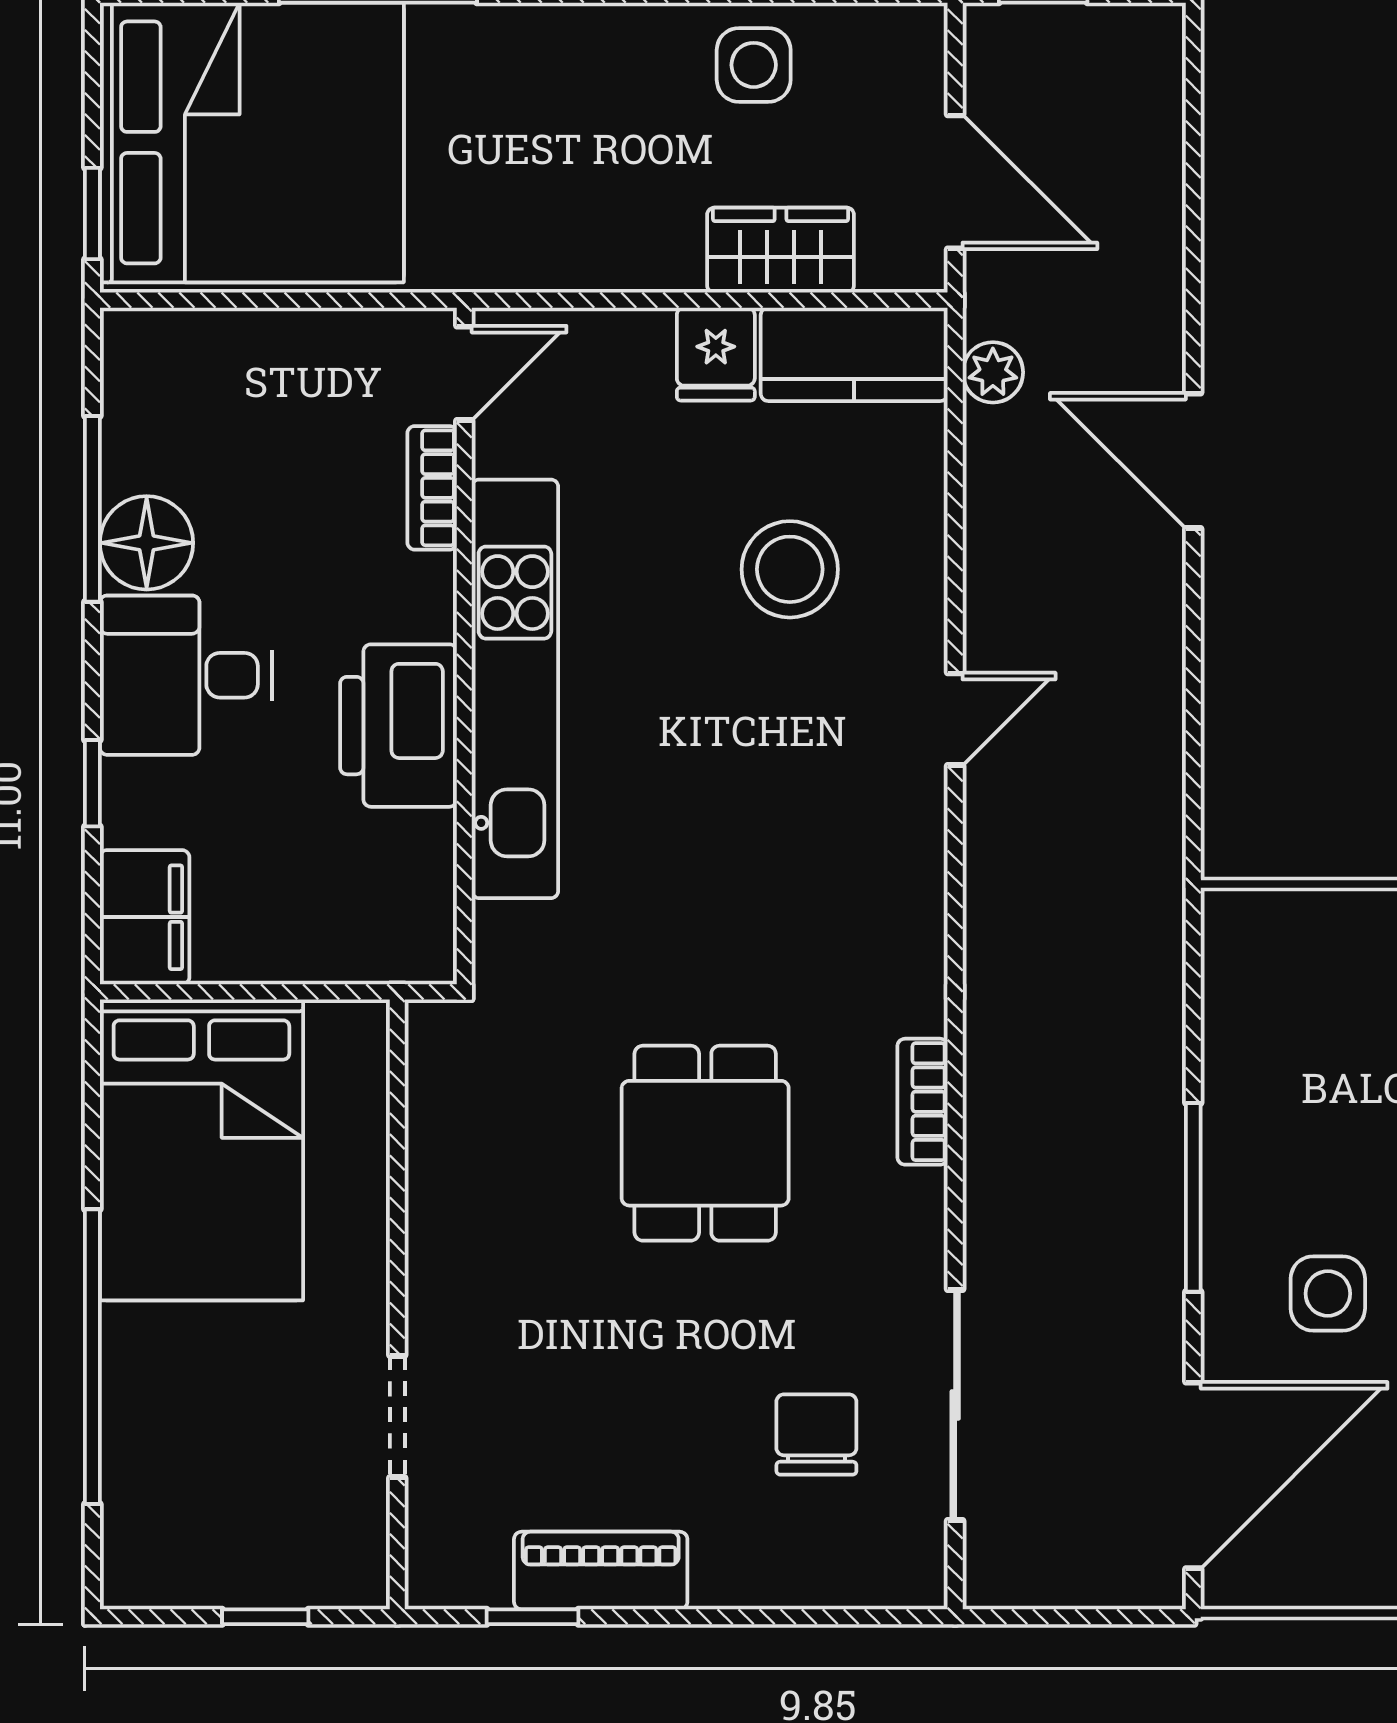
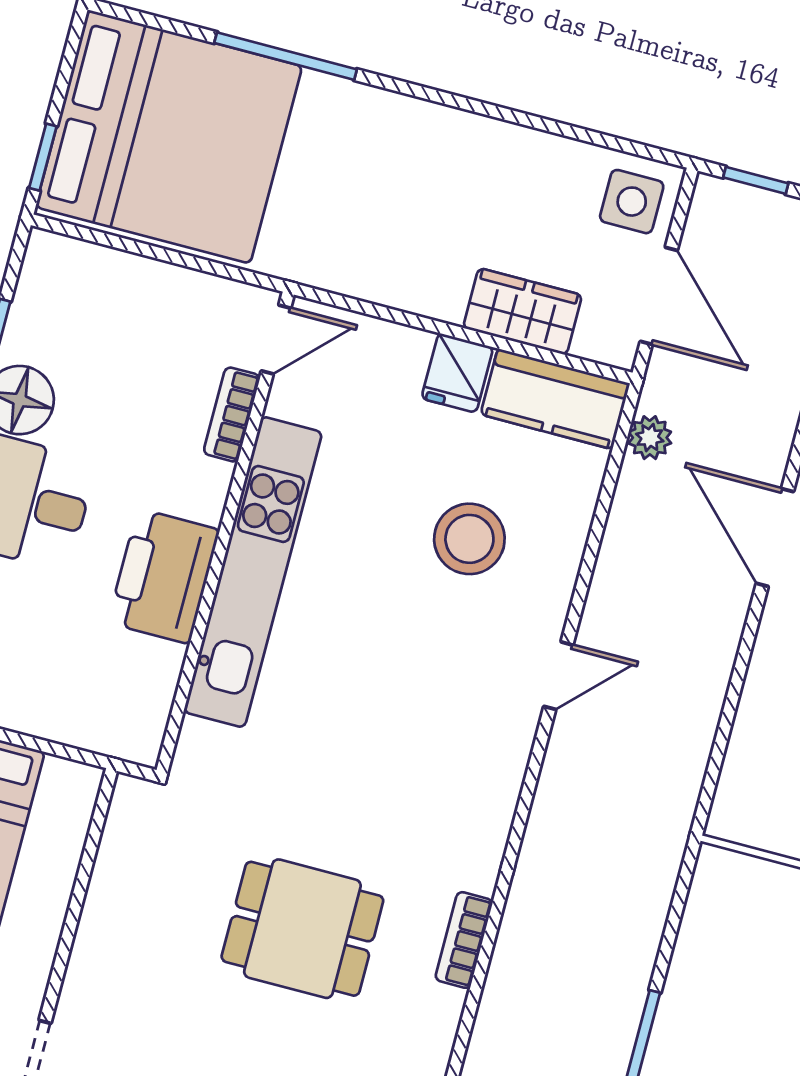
side table: (754, 65) -> (632, 202), moved
dining table: (705, 1143) -> (302, 929), turned 90

